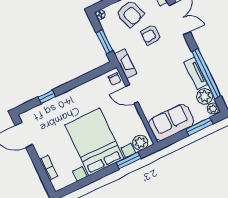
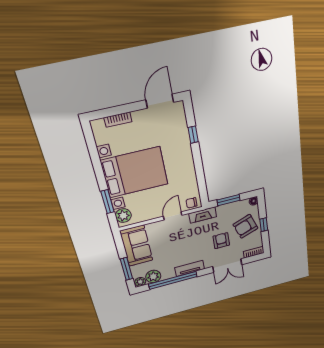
tv unit: (196, 73) -> (190, 268), moved

